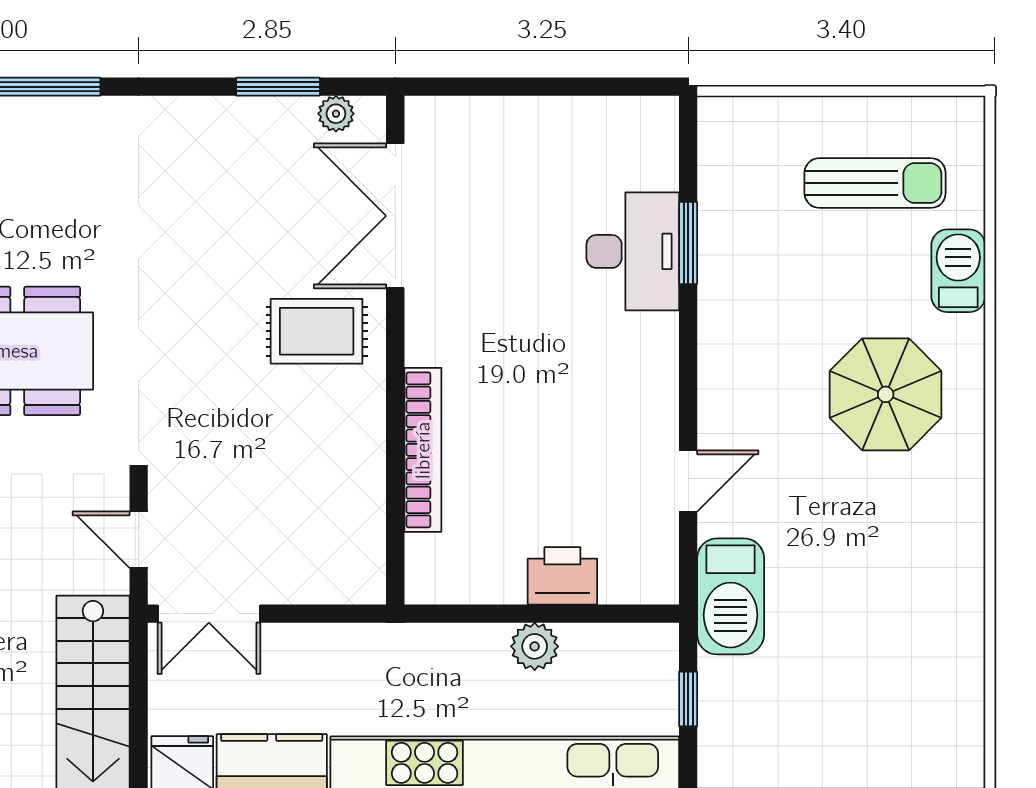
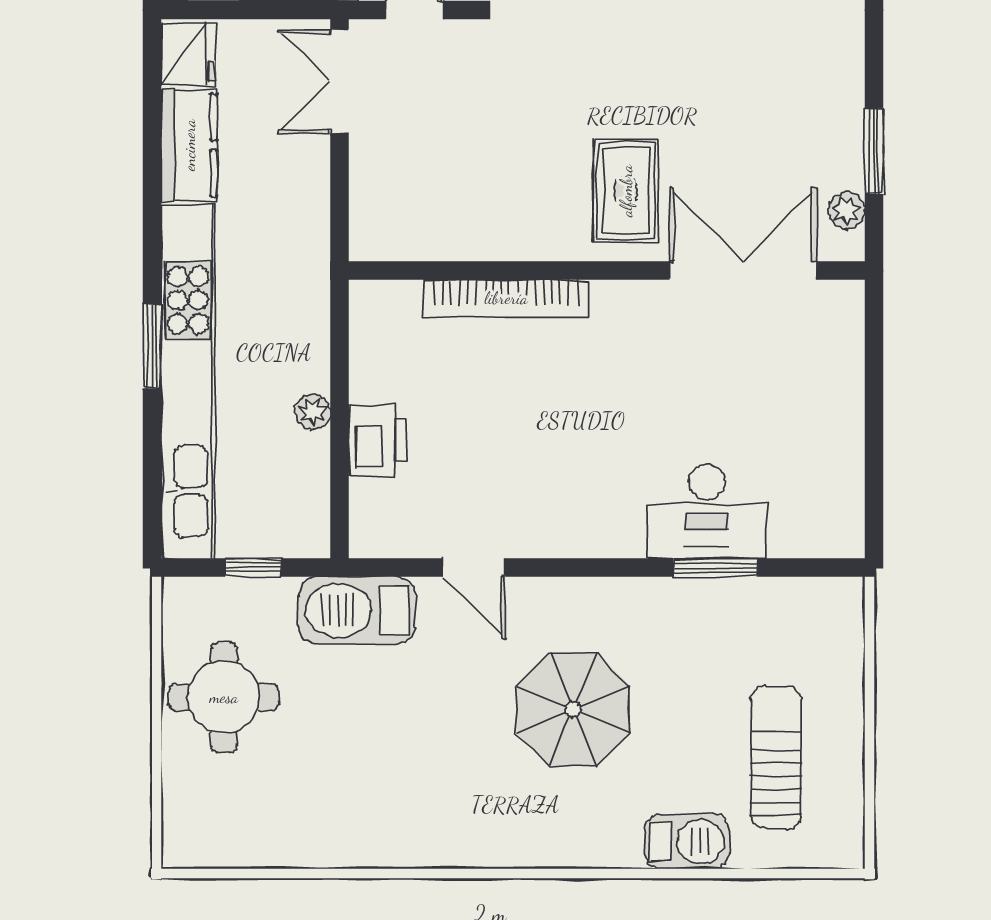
sun lounger: (875, 183) -> (776, 757), turned 180
parasol: (886, 394) -> (573, 709), moved
plant: (535, 646) -> (313, 412), width x0.73, depth x0.73
round table: (816, 728) -> (224, 697), added

